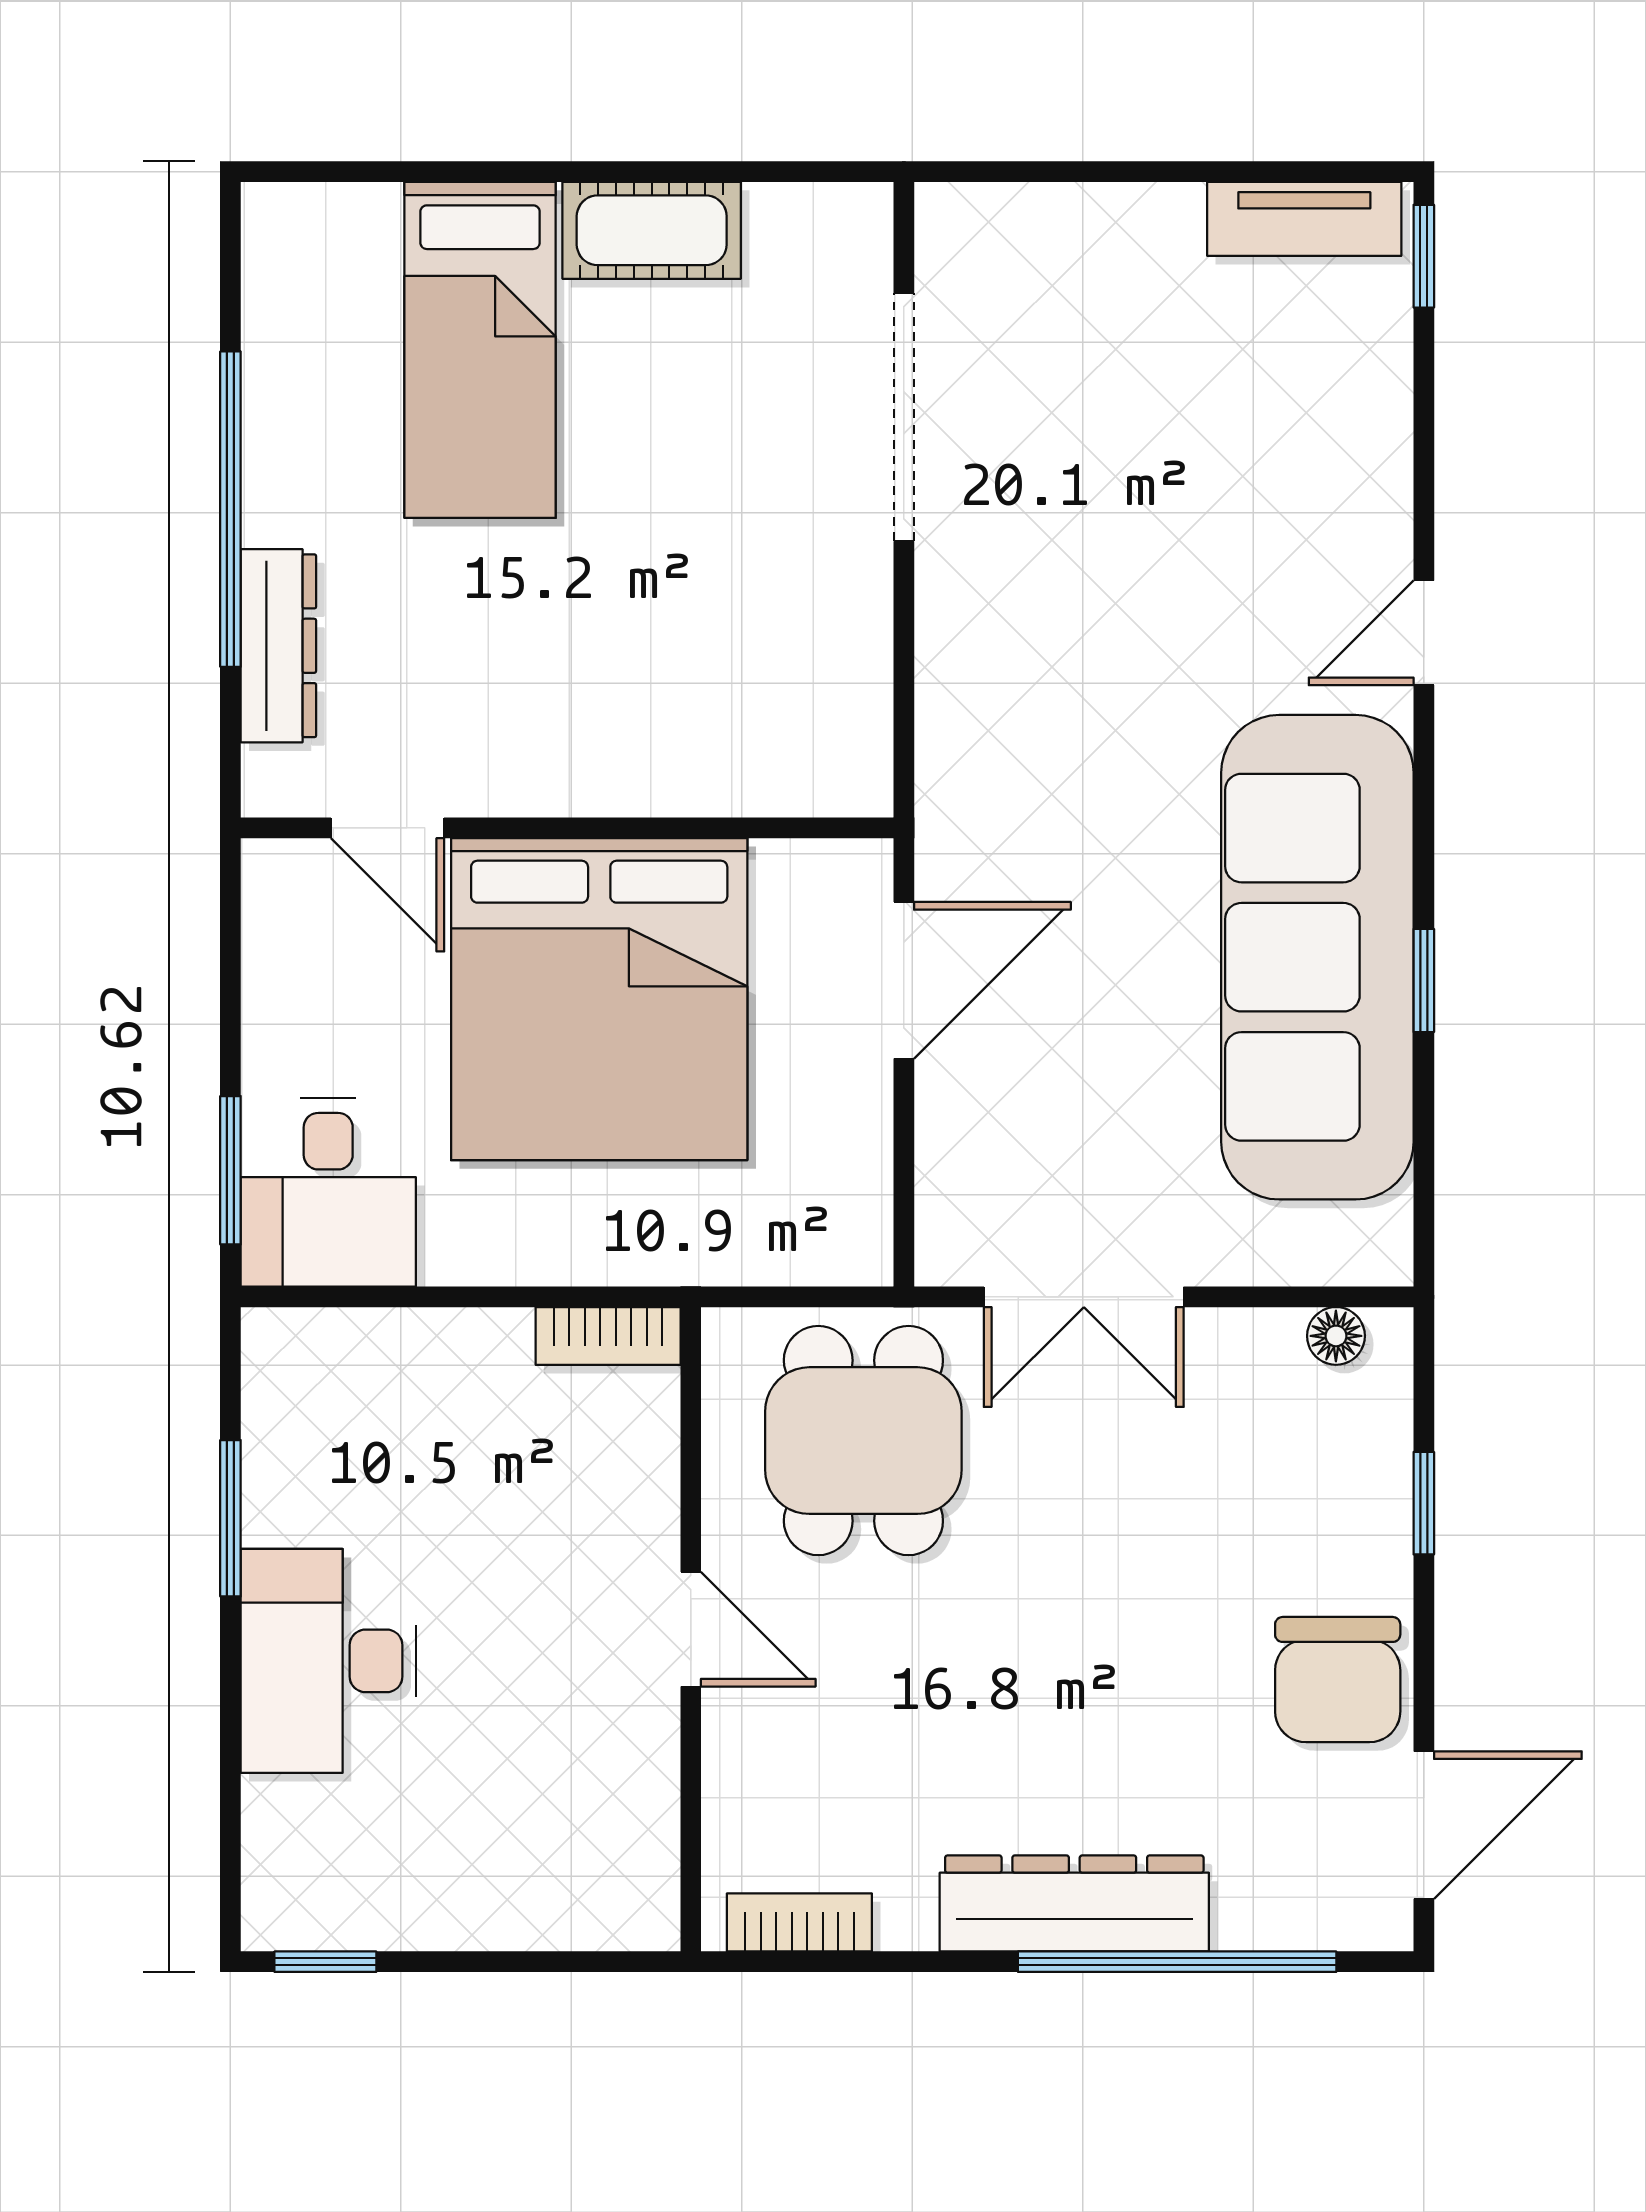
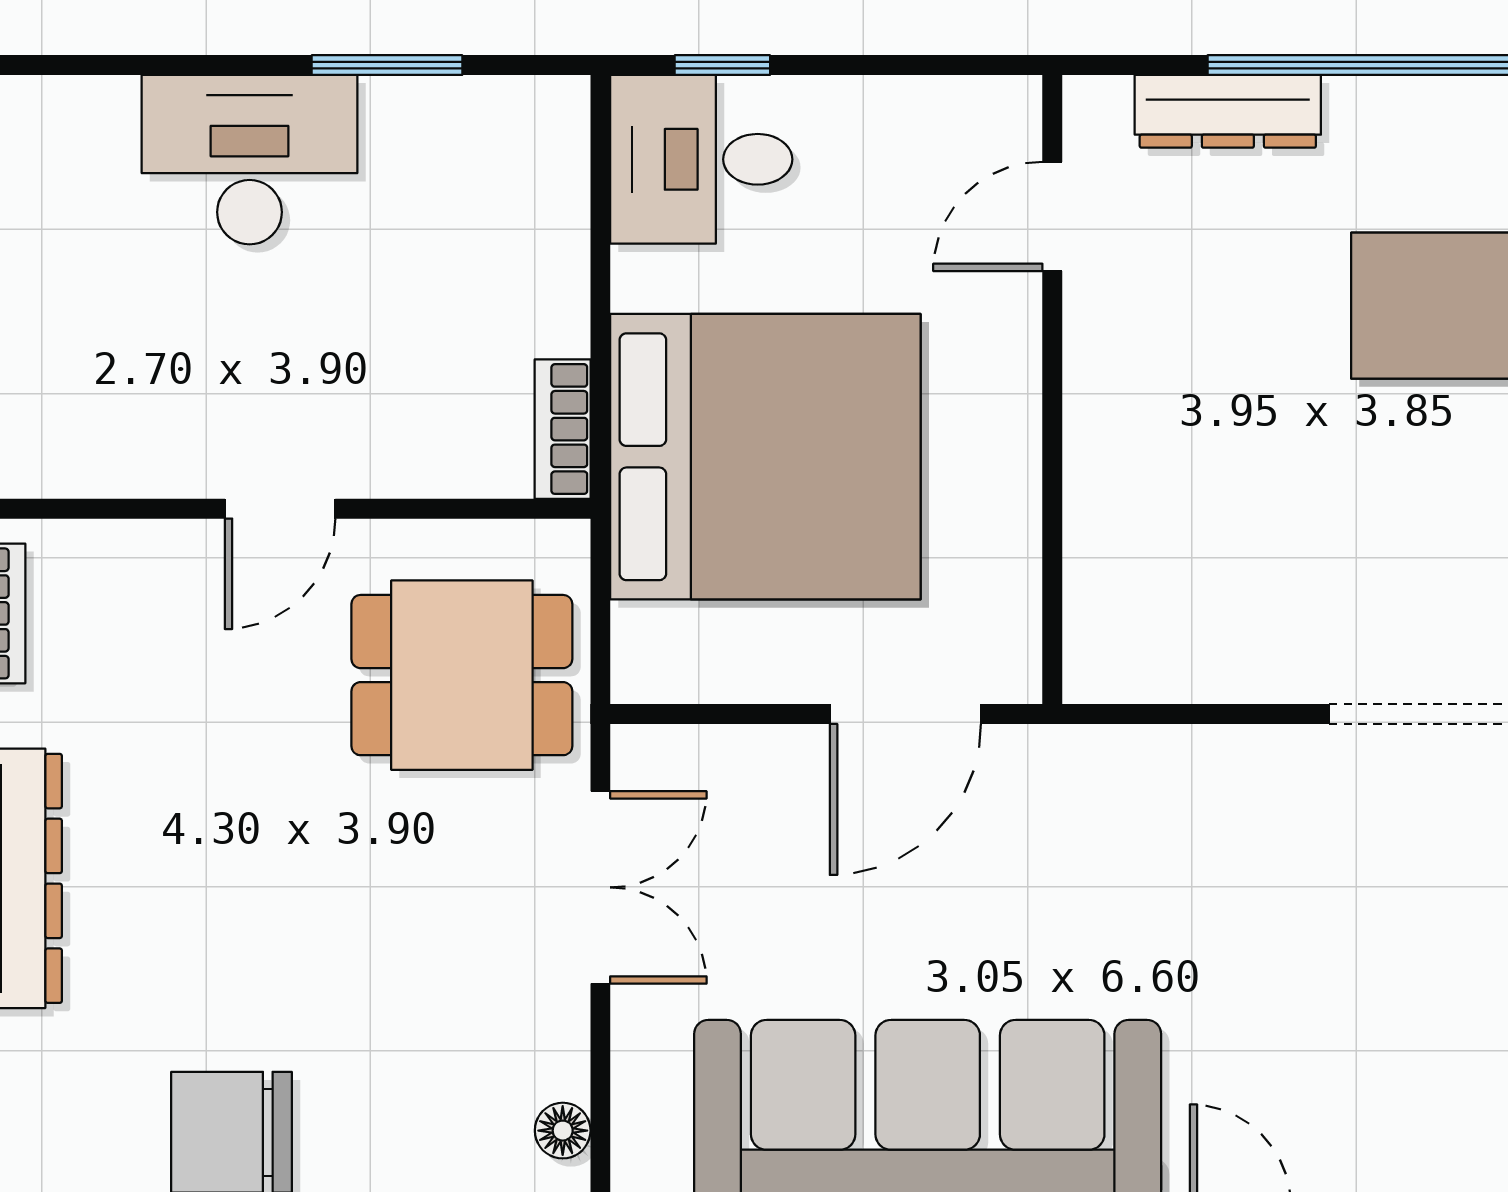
door: (904, 980) -> (905, 714), hinge flipped
bed: (599, 999) -> (765, 457), moved, turned 180
window: (230, 1170) -> (722, 65), width x0.67
double door: (1084, 1297) -> (600, 887), swing flipped

